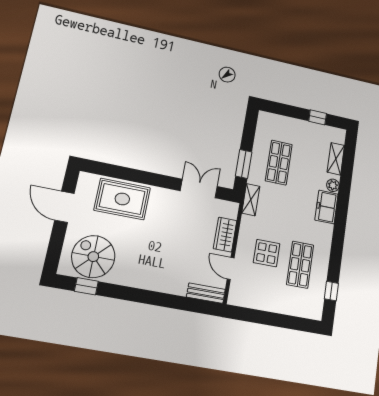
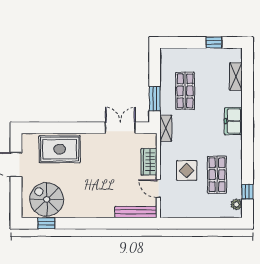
plant: (333, 185) -> (236, 204), moved
bench: (206, 293) -> (136, 212), width x1.36

